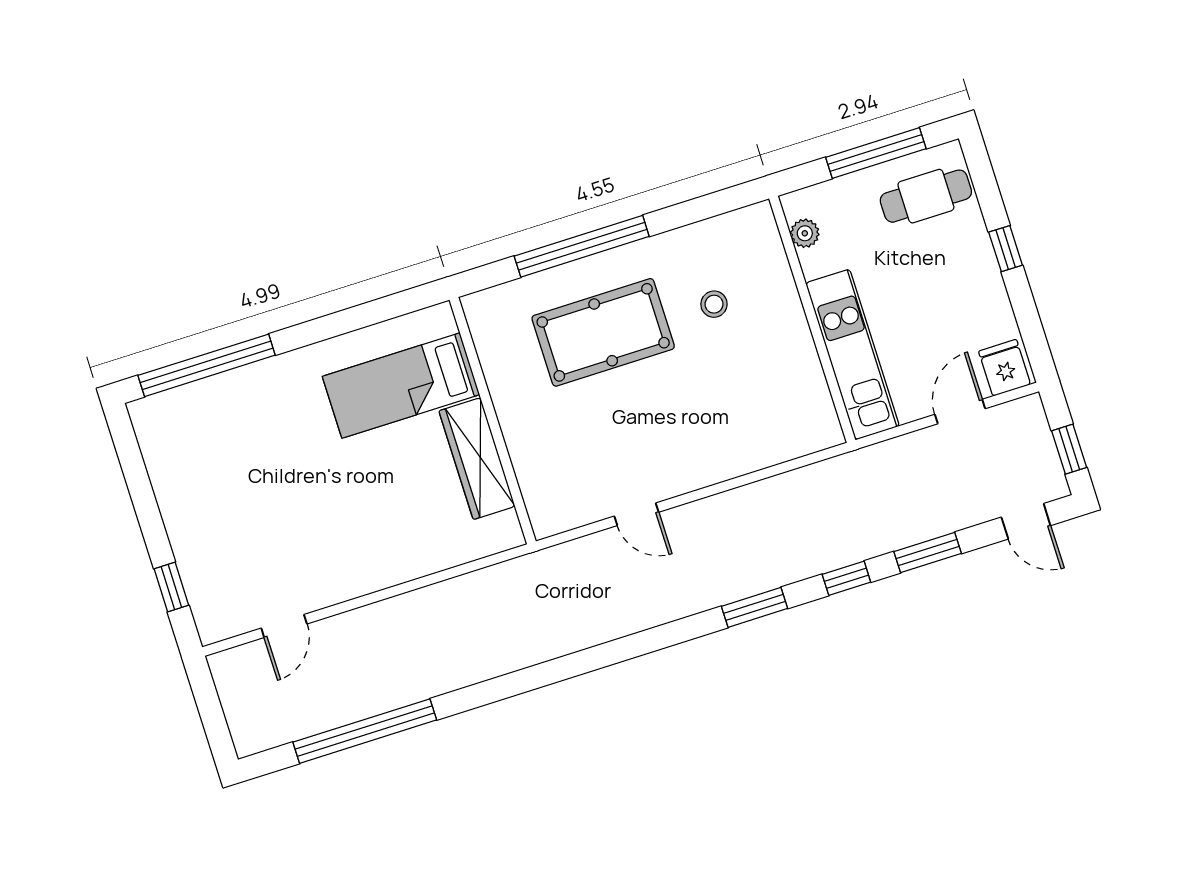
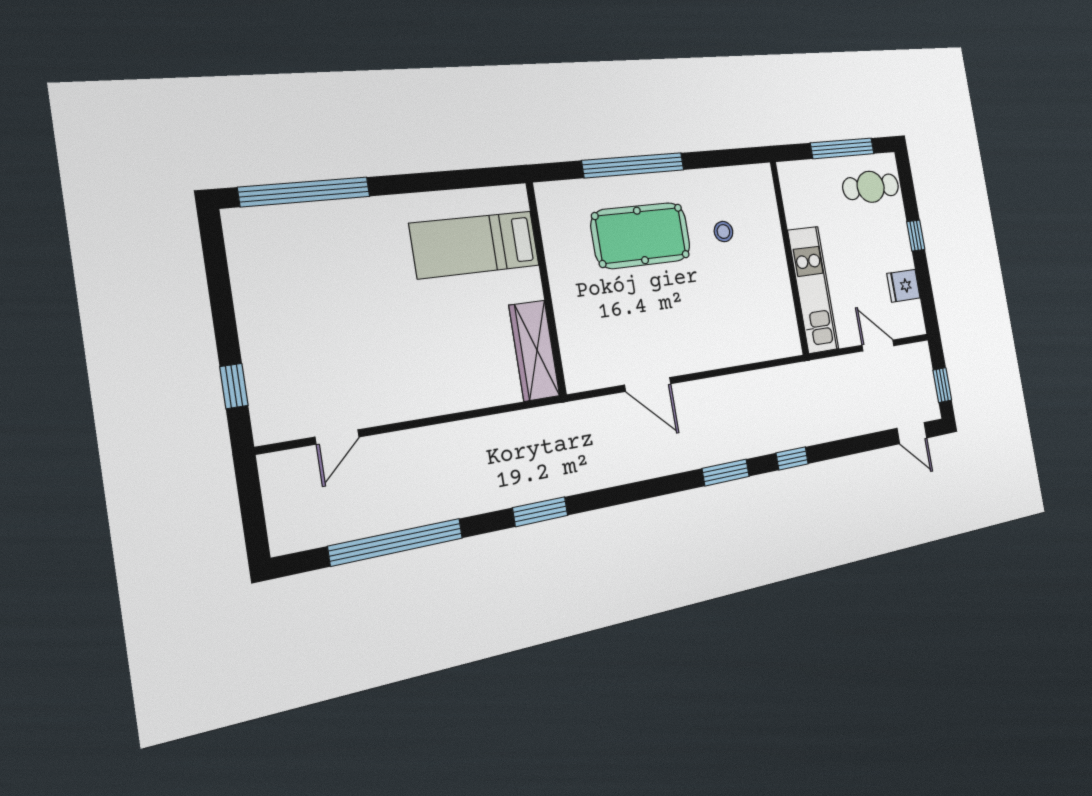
plant: (805, 233) -> (791, 194), removed
fridge: (1005, 368) -> (904, 286), moved, turned -90
door: (960, 412) -> (878, 345), hinge flipped
wardrobe: (477, 459) -> (534, 351), moved
door: (637, 514) -> (648, 384), width x1.38
window: (928, 552) -> (540, 512), moved

